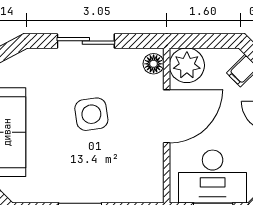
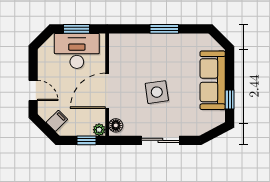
window: (198, 41) -> (87, 140), added
plant: (187, 65) -> (99, 130), width x0.53, depth x0.53

